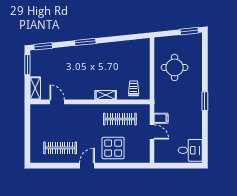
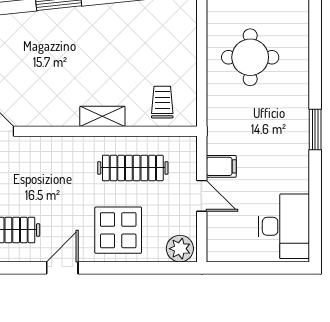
desk: (190, 150) -> (284, 226), width x1.37
plant: (142, 157) -> (180, 249), added

